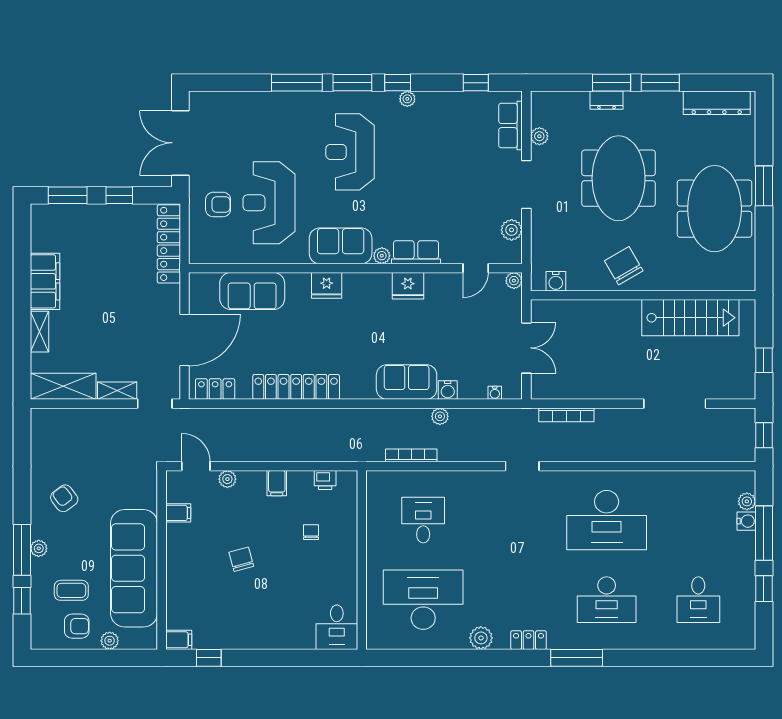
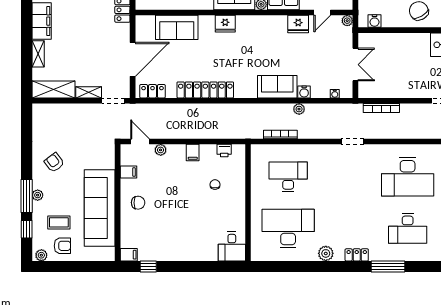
fridge: (408, 286) -> (298, 24), moved
desk: (423, 520) -> (288, 177), width x1.37
chair: (241, 559) -> (138, 203), moved, turned 105
plant: (110, 641) -> (41, 255), moved

